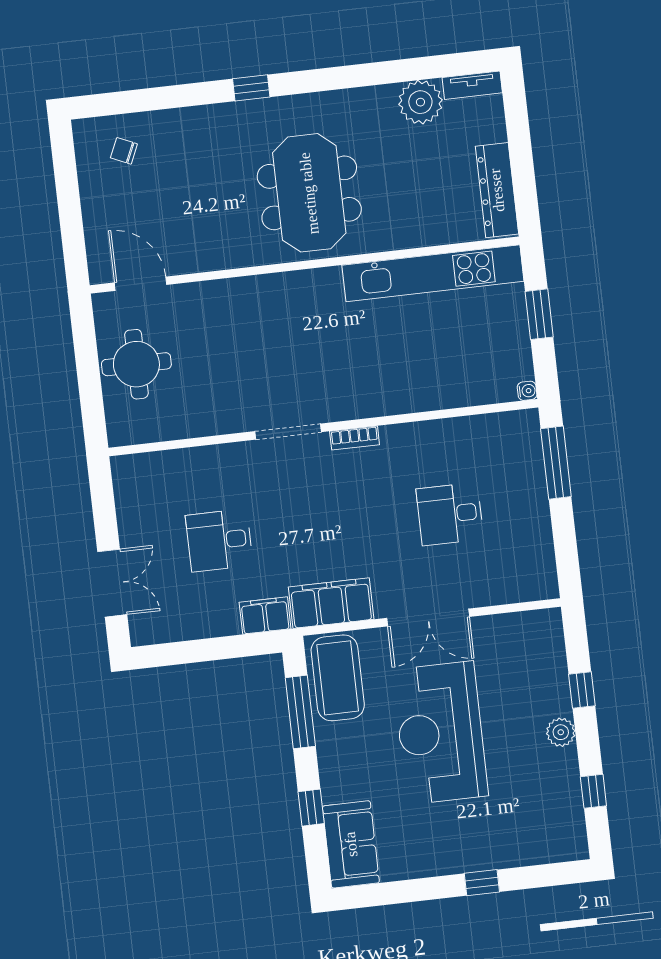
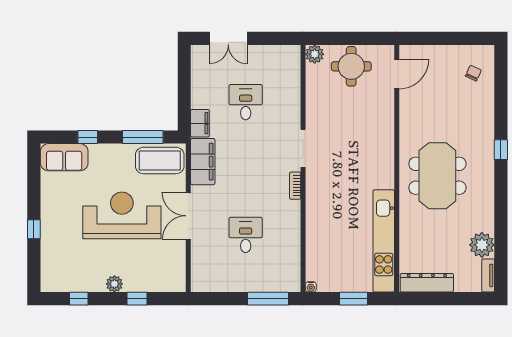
meeting table: (309, 193) -> (437, 176), turned 90
plant: (122, 430) -> (315, 54), added

